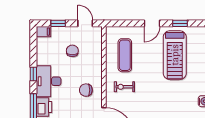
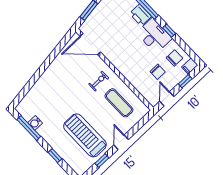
door: (85, 23) -> (167, 99), swing flipped
chair: (86, 90) -> (175, 58), moved

